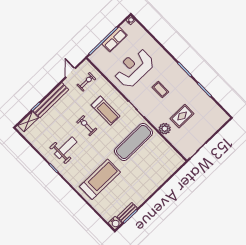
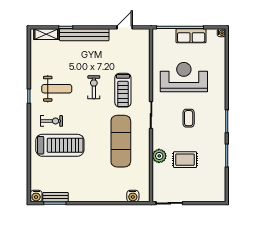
exercise bike: (86, 82) -> (52, 121), moved
exercise mat: (134, 142) -> (121, 141), turned 90
water cooler: (172, 167) -> (133, 196), added

